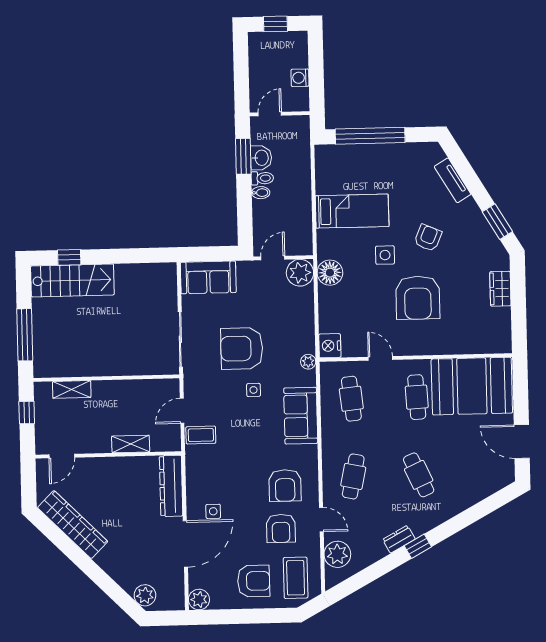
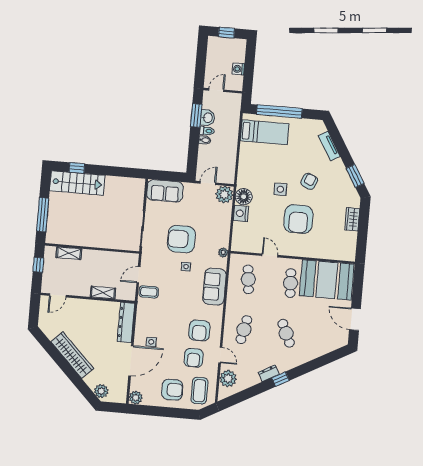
bed: (352, 211) -> (265, 132), moved
nightstand: (330, 346) -> (241, 213), moved
wardrobe: (73, 525) -> (72, 355), moved

